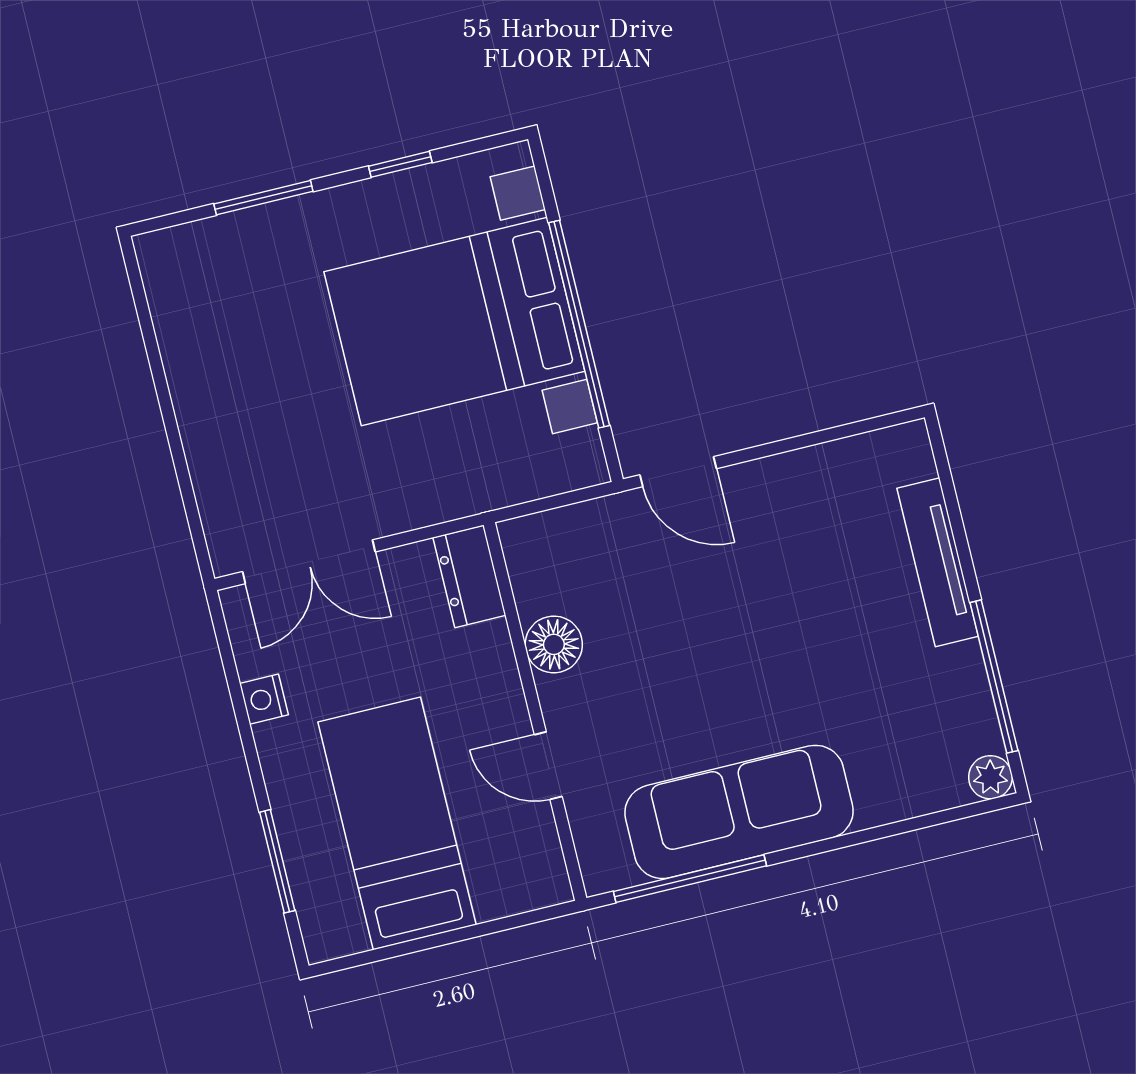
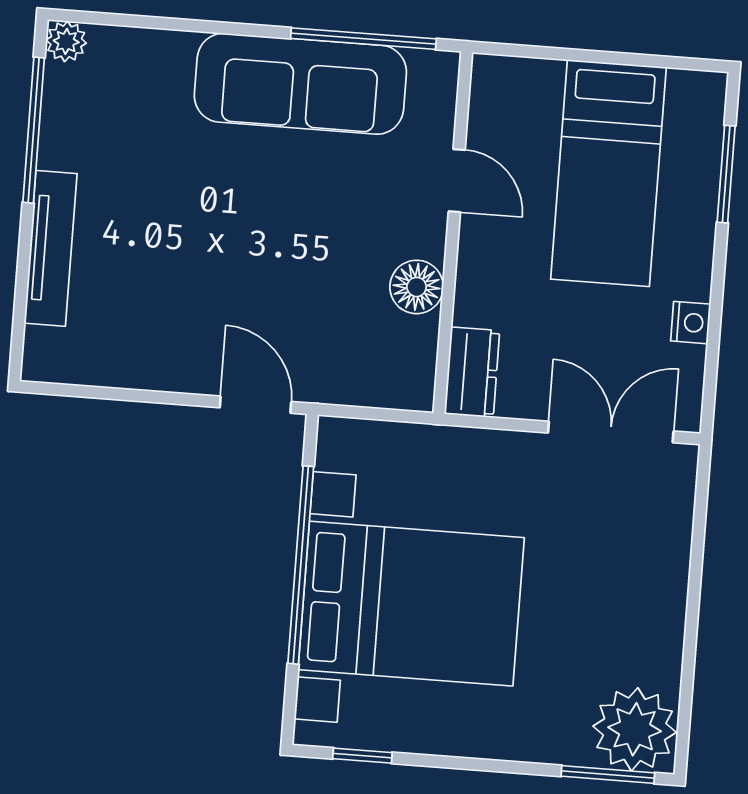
window: (400, 164) -> (362, 756), moved
window: (263, 198) -> (608, 774), moved
plant: (186, 268) -> (635, 729), added

